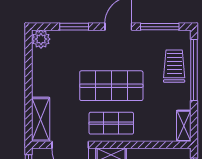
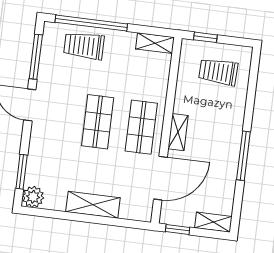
window: (74, 27) -> (22, 172), moved
shop shelf: (111, 86) -> (98, 122), width x0.70, depth x0.74
shelving: (41, 119) -> (93, 205), moved

